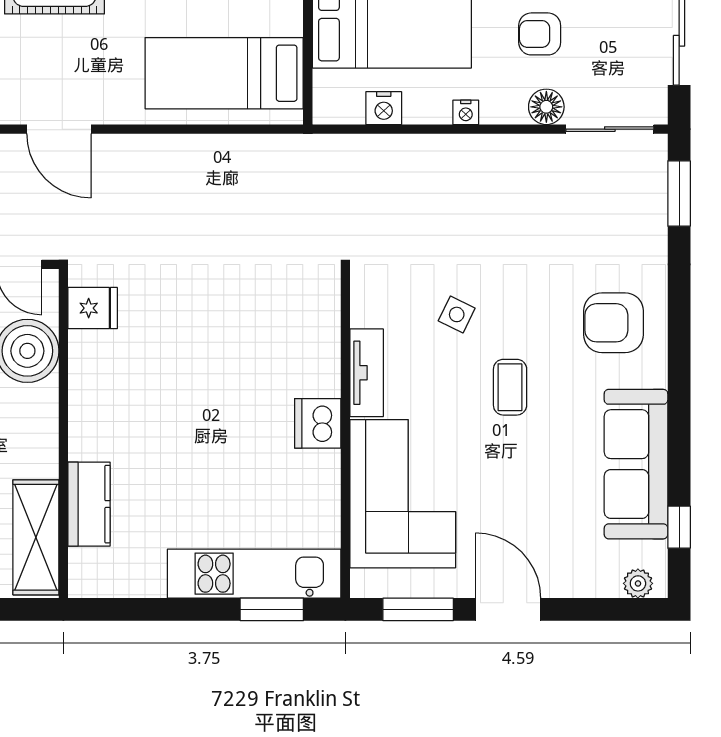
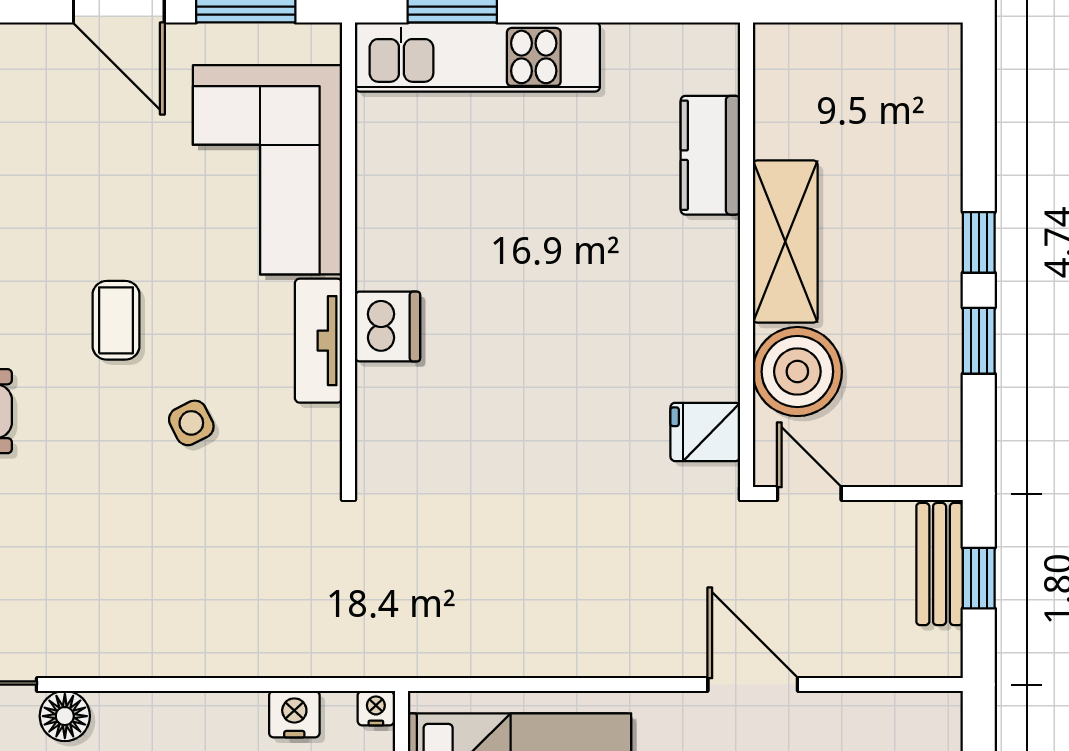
nightstand: (466, 112) -> (376, 708), moved
side table: (457, 314) -> (191, 423), turned 37
dishwasher: (318, 423) -> (388, 327), moved
shelving: (36, 537) -> (785, 242), moved

